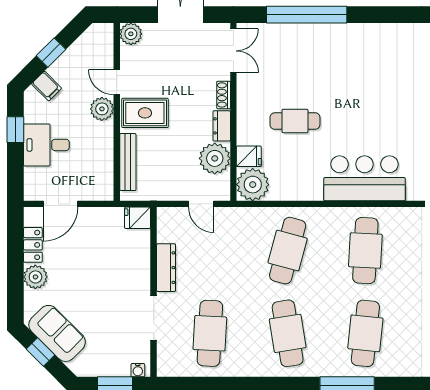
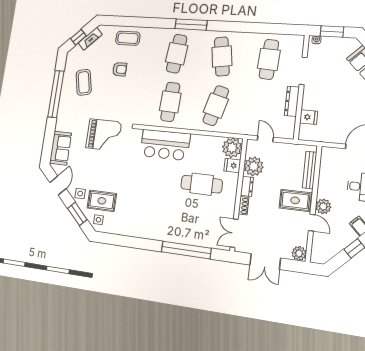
cafe table: (295, 121) -> (202, 184), width x1.37, depth x1.35
fridge: (138, 218) -> (309, 117), moved

